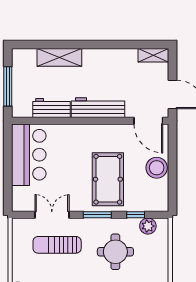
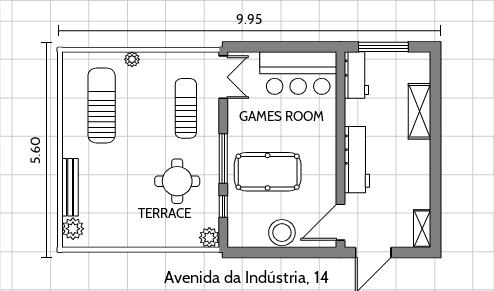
workbench: (52, 108) -> (356, 75), moved
double door: (52, 215) -> (223, 77), moved
window: (97, 215) -> (223, 158), width x1.44
plant: (148, 226) -> (209, 238), moved

